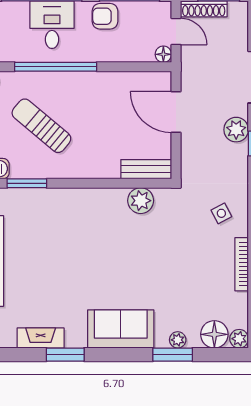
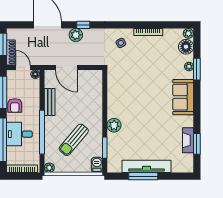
door: (176, 32) -> (23, 67), hinge flipped
door: (176, 112) -> (66, 67), hinge flipped
bench: (146, 169) -> (50, 102), moved
plant: (141, 201) -> (114, 125), moved
window: (65, 355) -> (197, 144), moved

